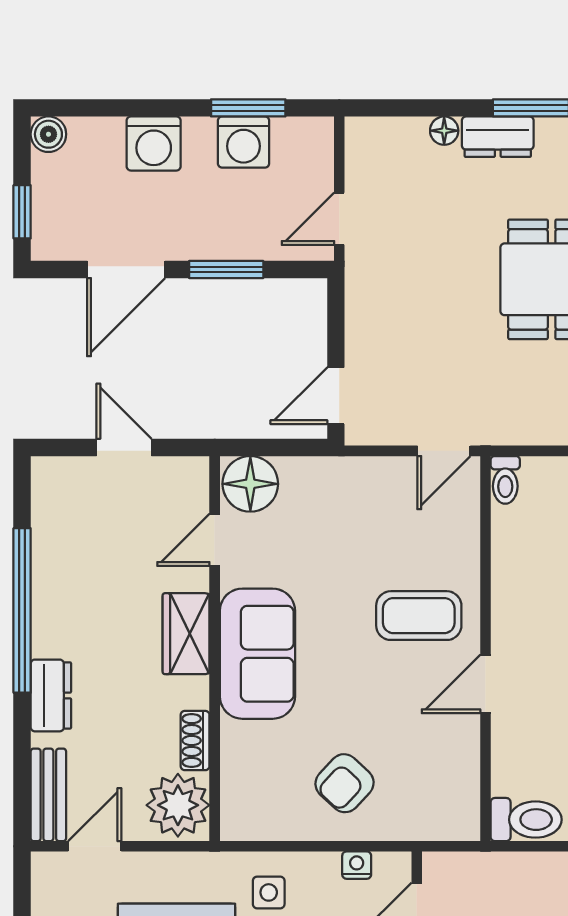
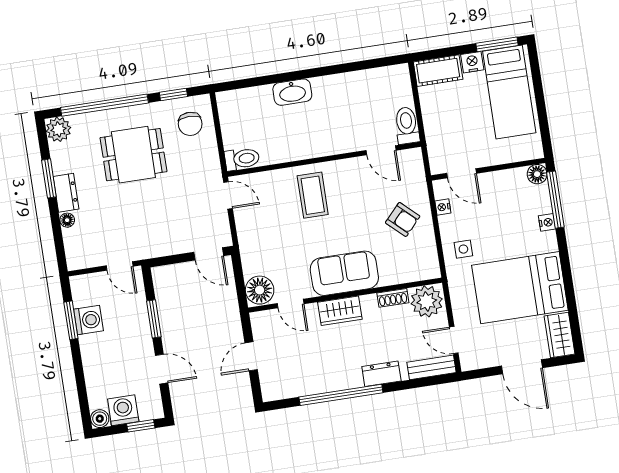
washing machine: (154, 143) -> (123, 410), moved, turned -90
door: (126, 269) -> (162, 369), width x0.73
toilet: (505, 480) -> (242, 159), width x1.37, depth x1.39
door: (485, 684) -> (381, 150), moved

